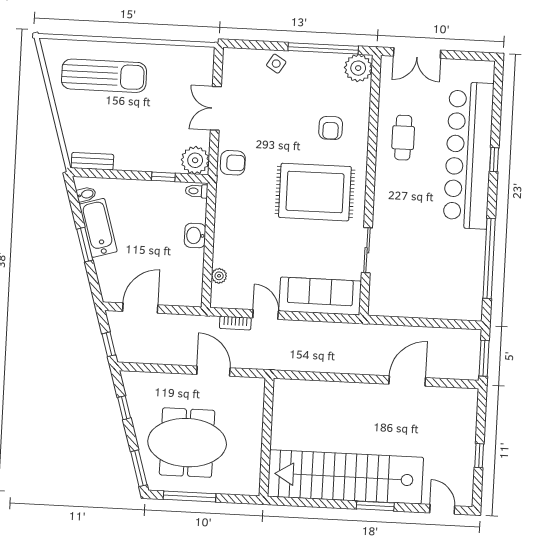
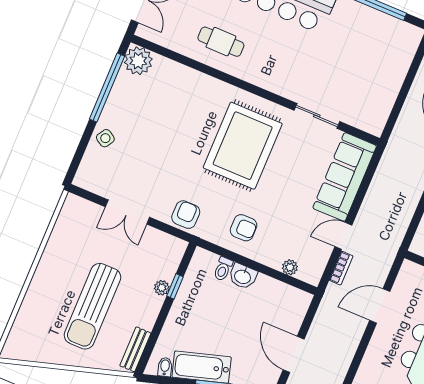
sun lounger: (104, 76) -> (93, 306), moved, turned 180
armchair: (331, 128) -> (244, 228), moved
plant: (195, 160) -> (162, 288), moved, width x0.53, depth x0.53
toilet: (197, 191) -> (223, 269), moved

